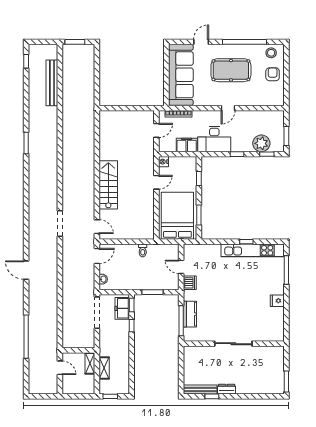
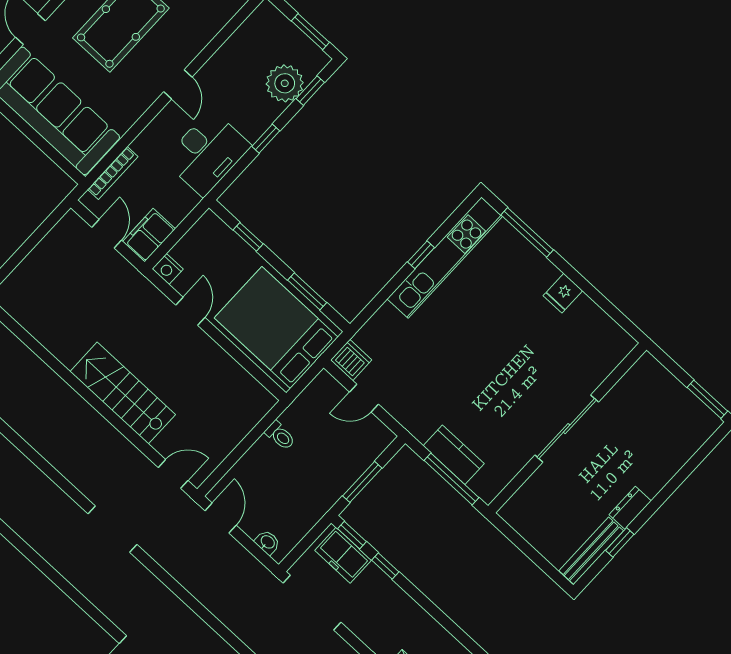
filing cabinet: (187, 145) -> (149, 235), moved
dishwasher: (190, 283) -> (351, 360), moved

